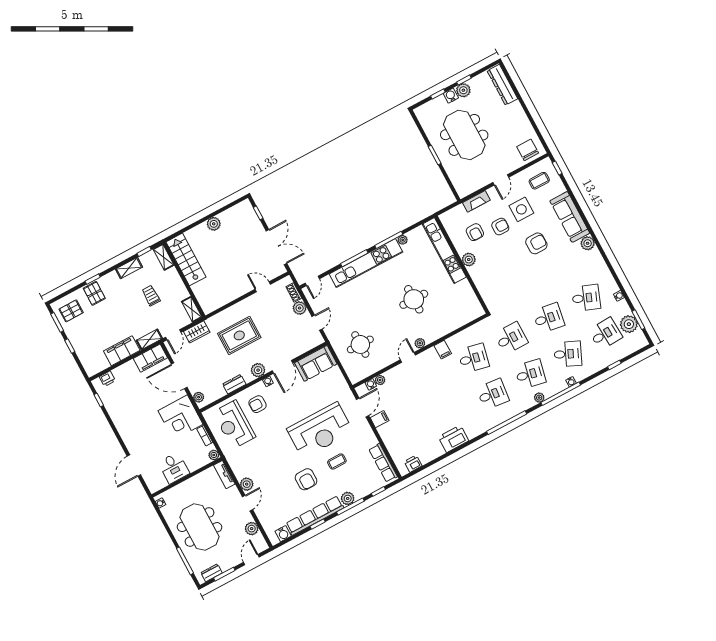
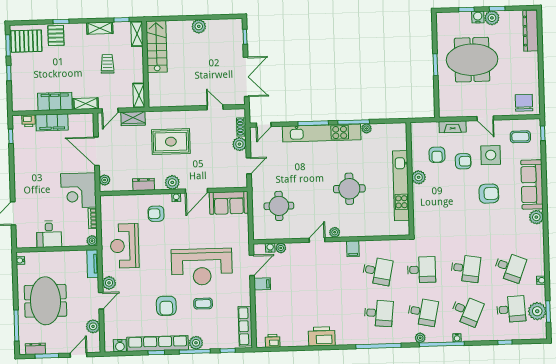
meeting table: (464, 135) -> (472, 60), turned 90
door: (501, 180) -> (485, 118), hinge flipped
kitchen unit: (444, 251) -> (401, 186), moved
pallet: (71, 311) -> (26, 41), width x1.50, depth x1.42
filing cabinet: (150, 358) -> (52, 122), moved
reception desk: (234, 424) -> (125, 246), moved

